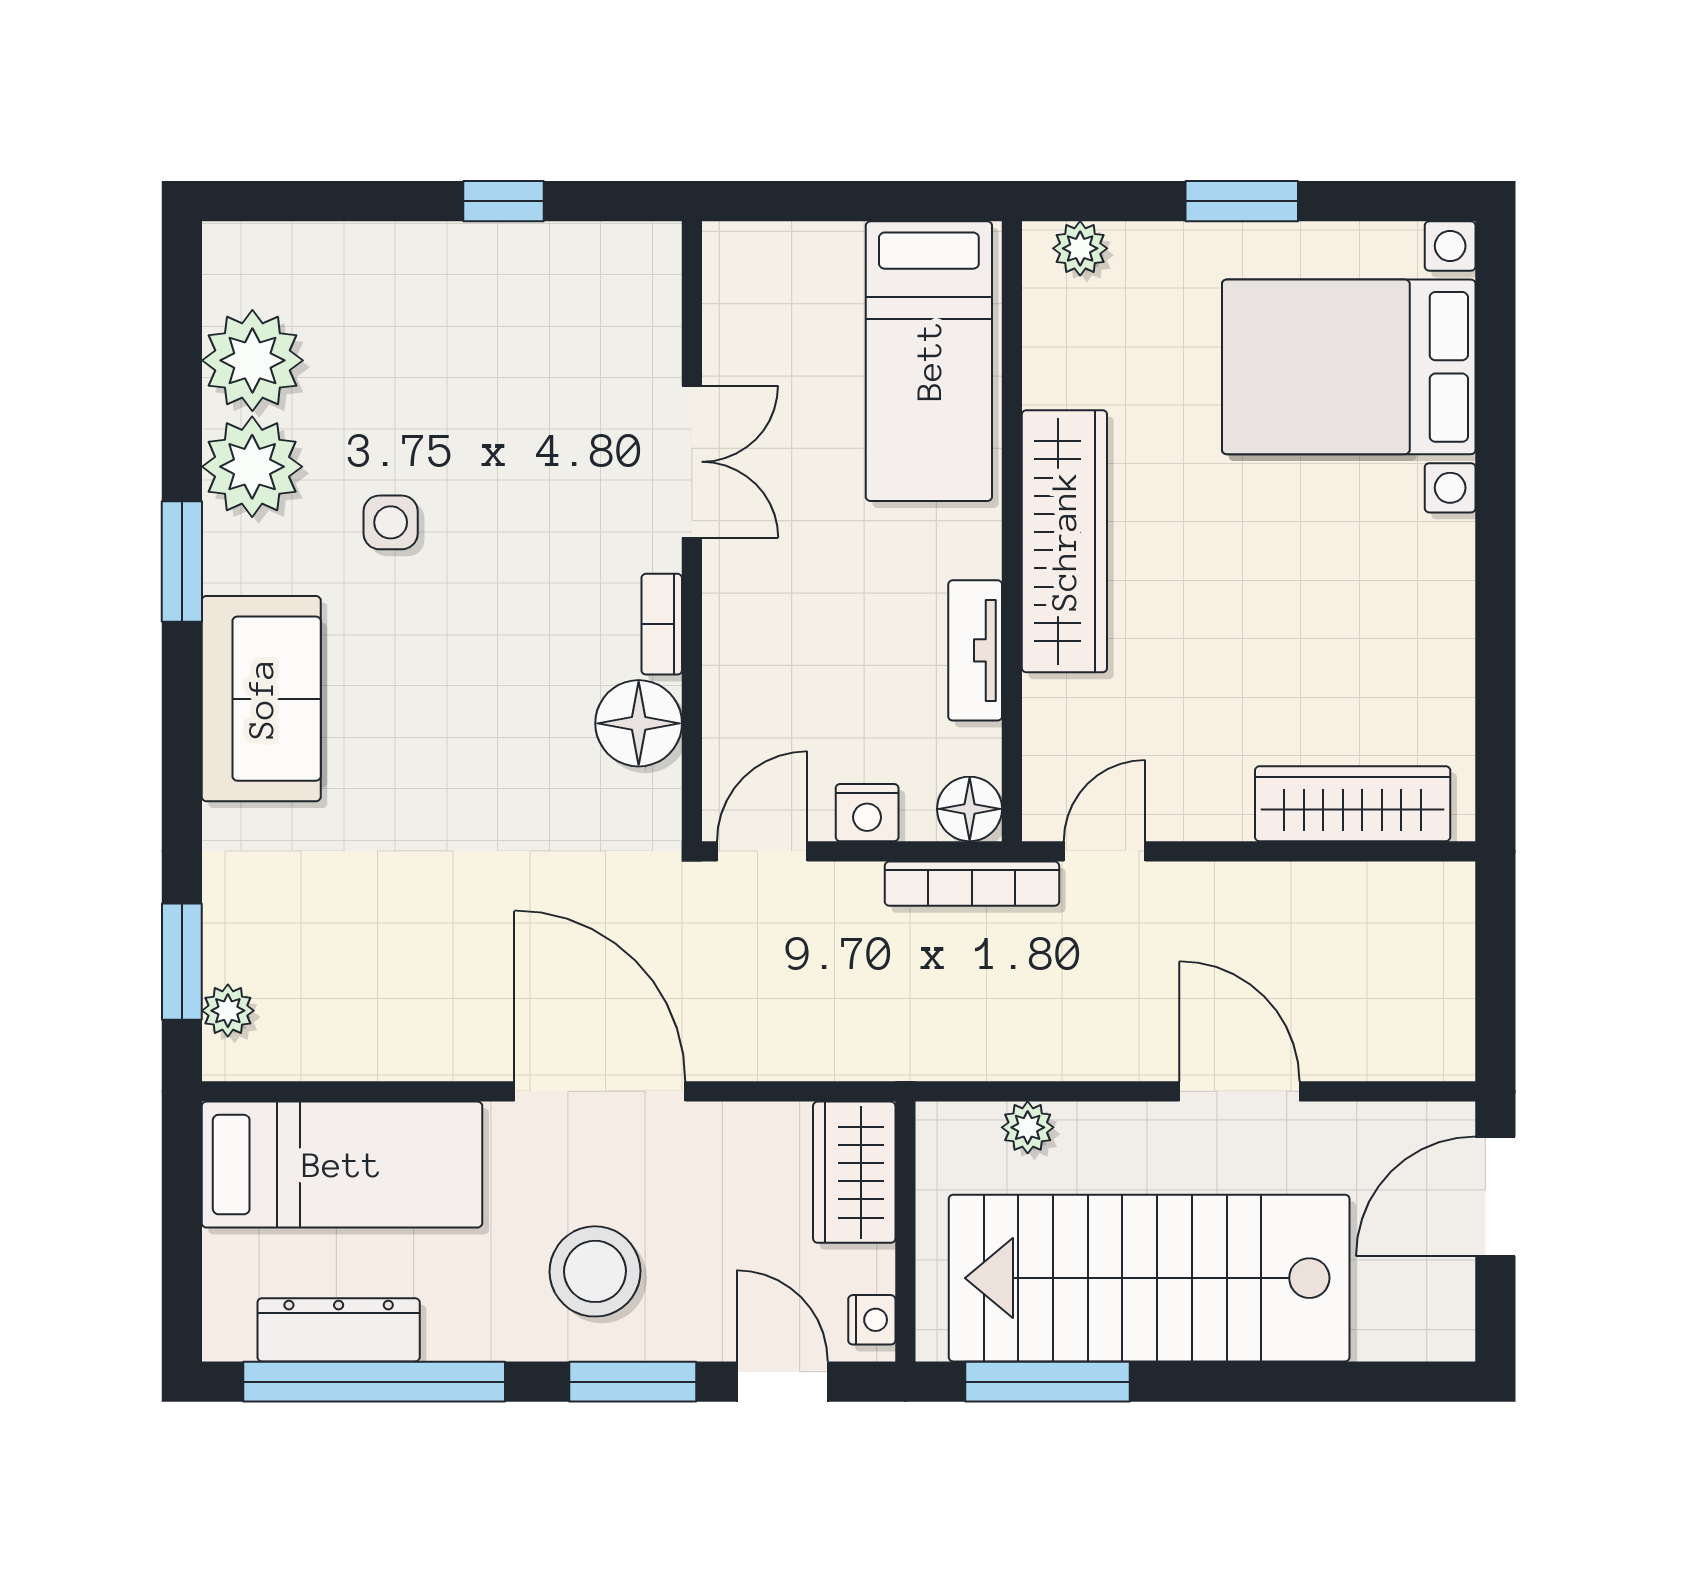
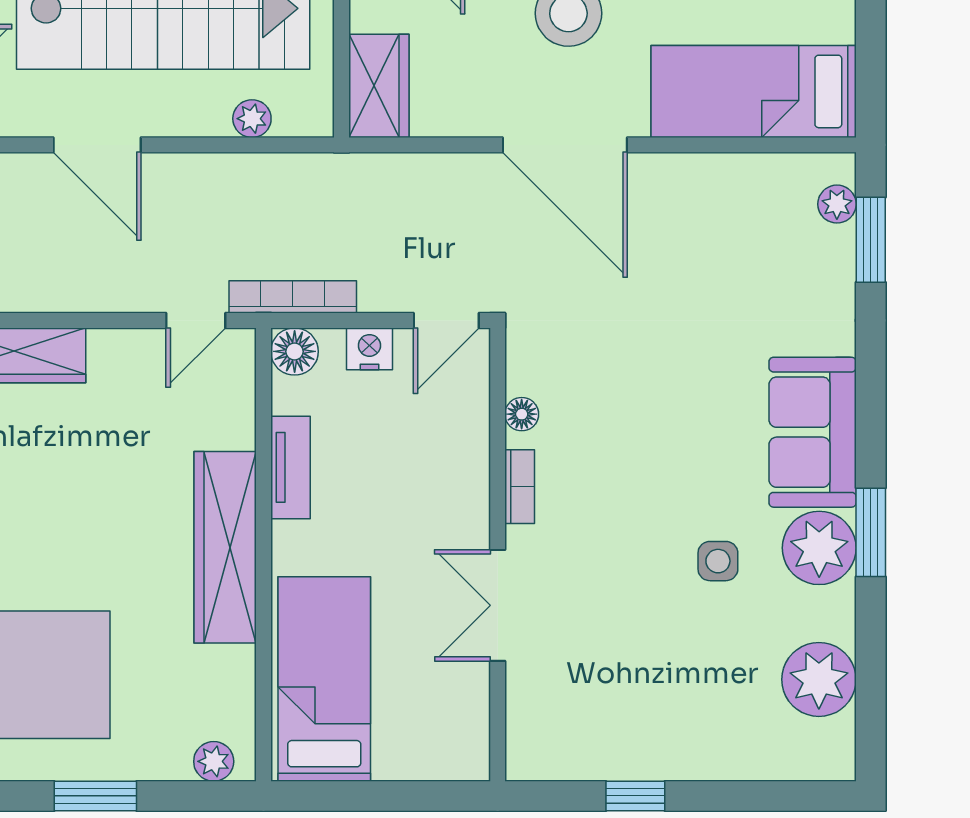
plant: (252, 467) -> (819, 548), moved
floor lamp: (639, 723) -> (522, 414), width x0.53, depth x0.53

